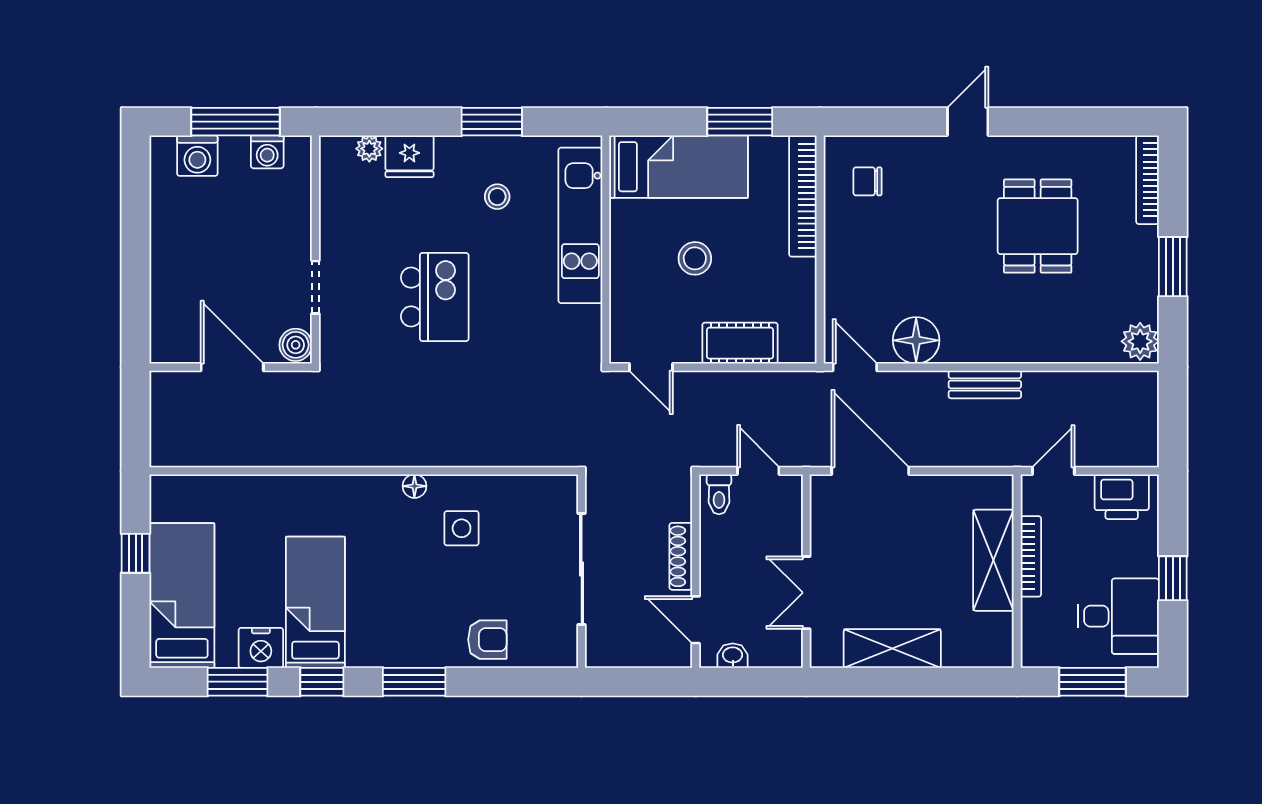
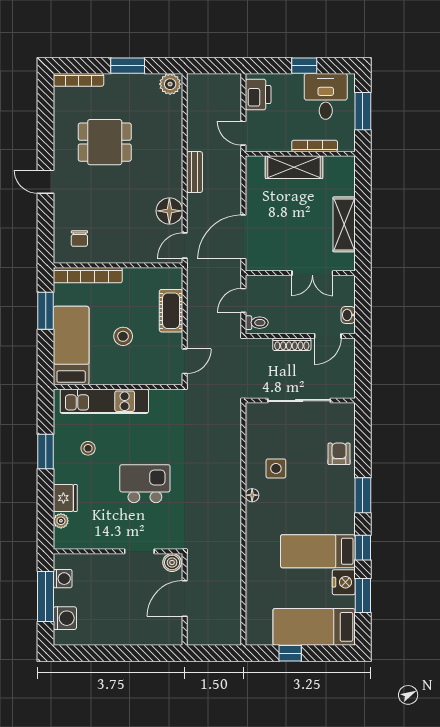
bookcase: (1031, 556) -> (315, 146), moved

